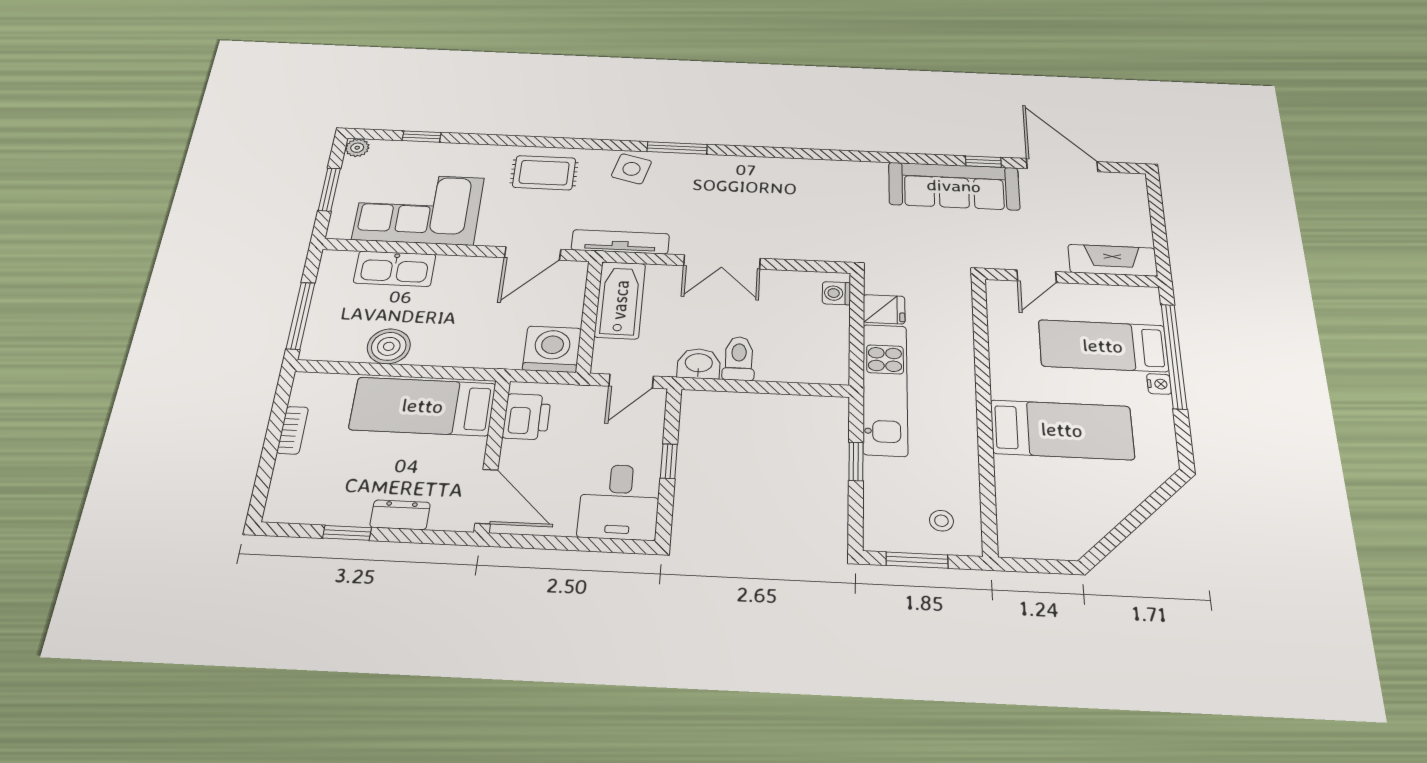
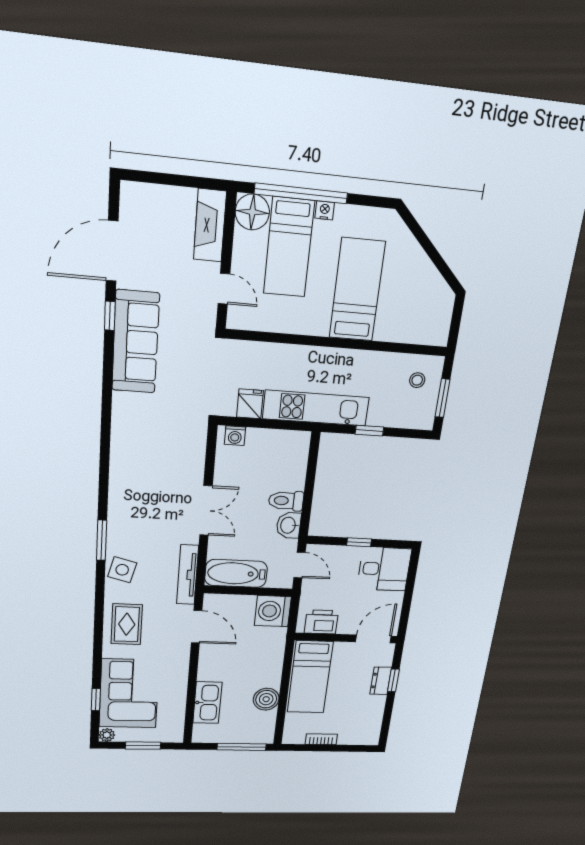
corner sofa: (419, 209) -> (129, 694), moved, turned 180
floor lamp: (1139, 304) -> (252, 212), added
window: (347, 533) -> (393, 680), moved

